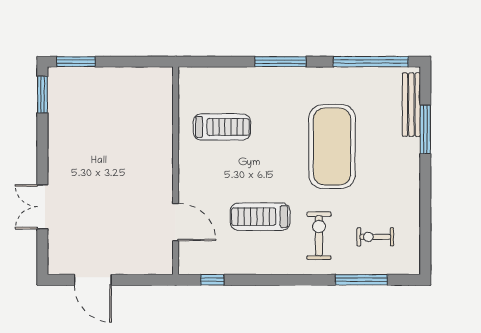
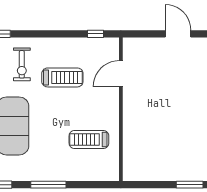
door: (176, 222) -> (121, 74), hinge flipped

